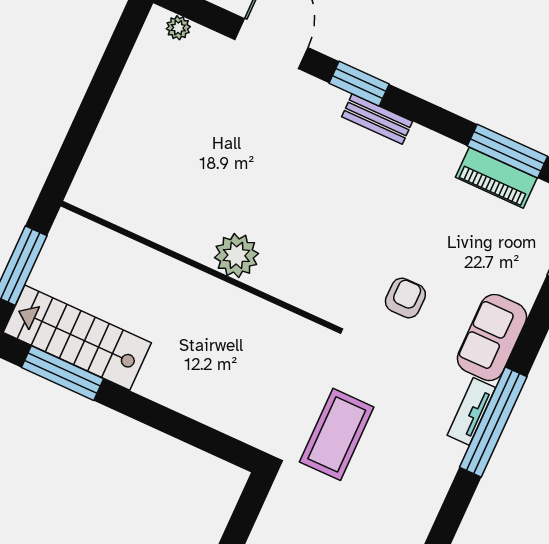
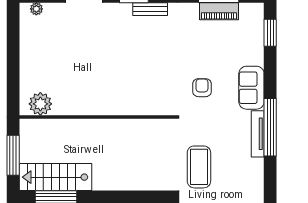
plant: (236, 255) -> (40, 104), moved
tv unit: (471, 411) -> (258, 134), width x1.41

